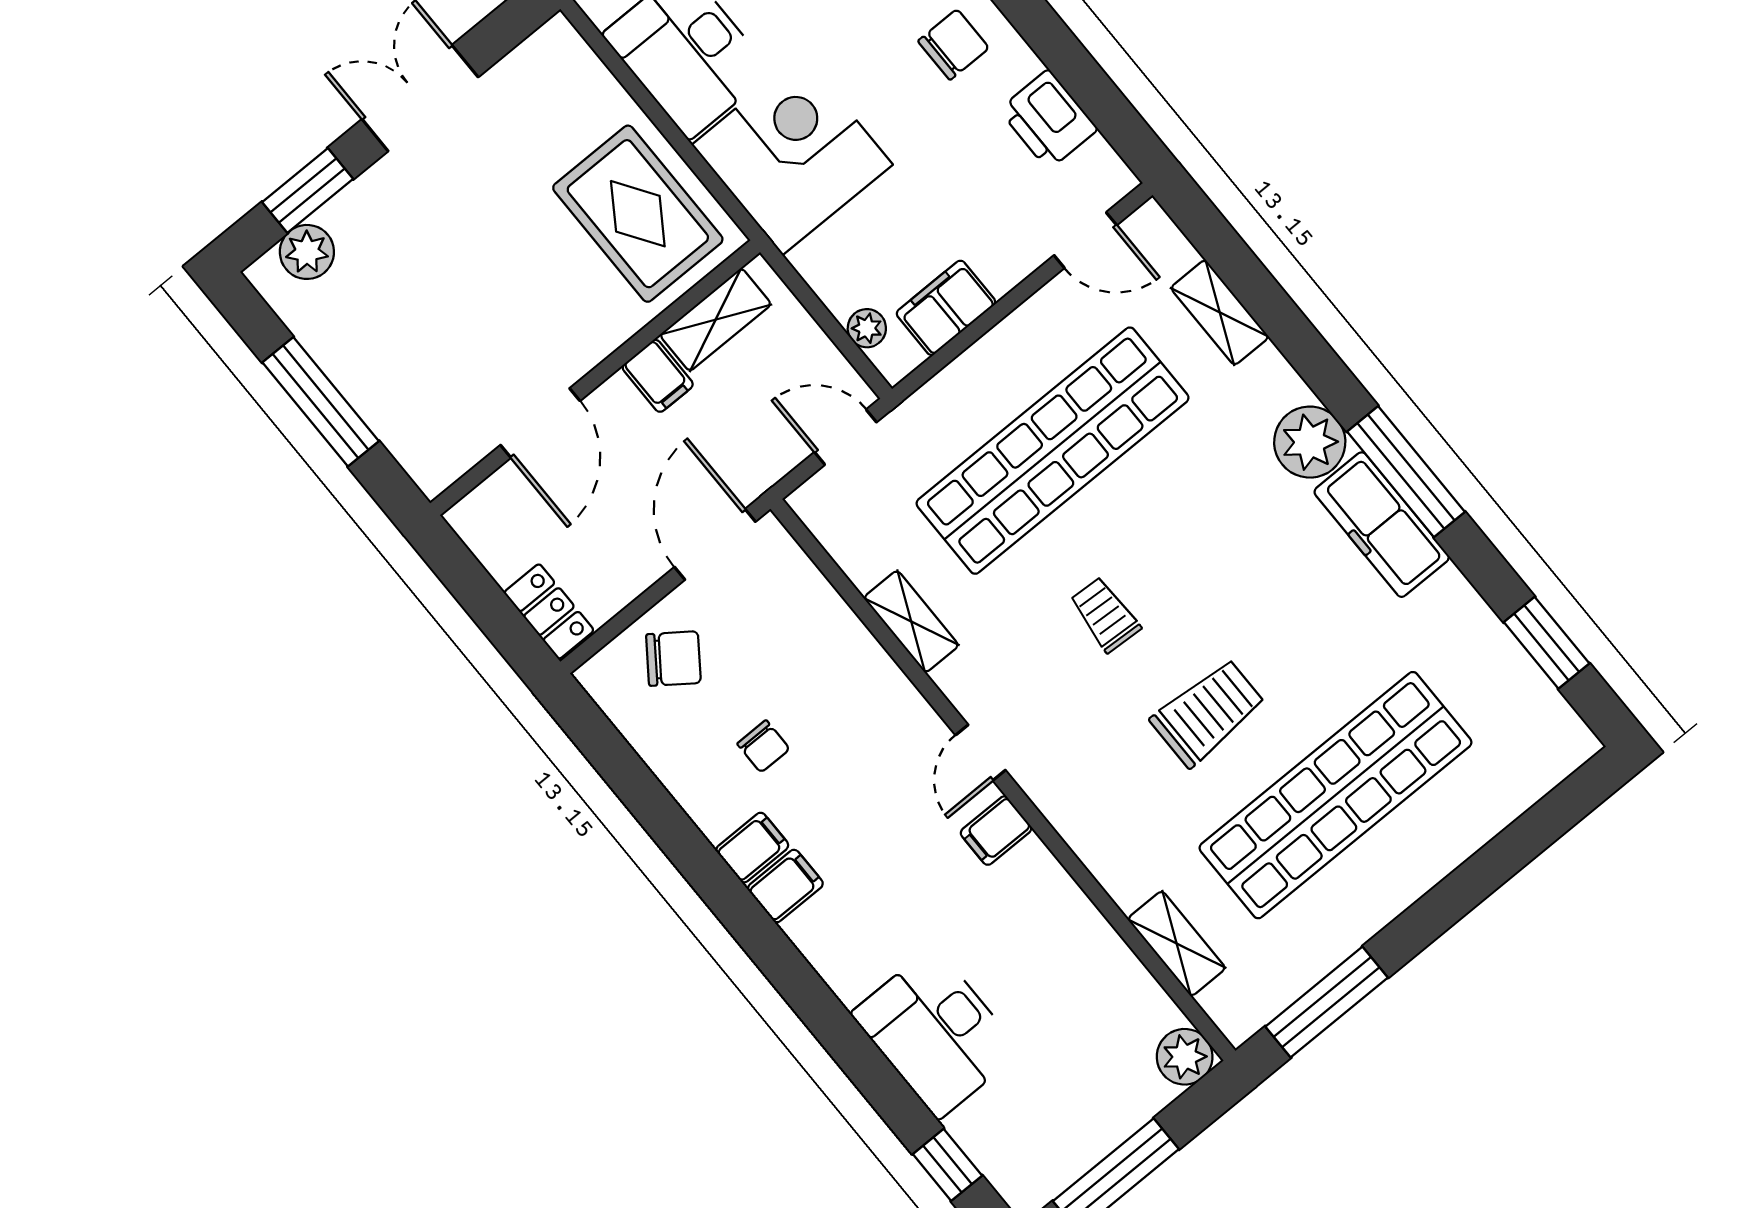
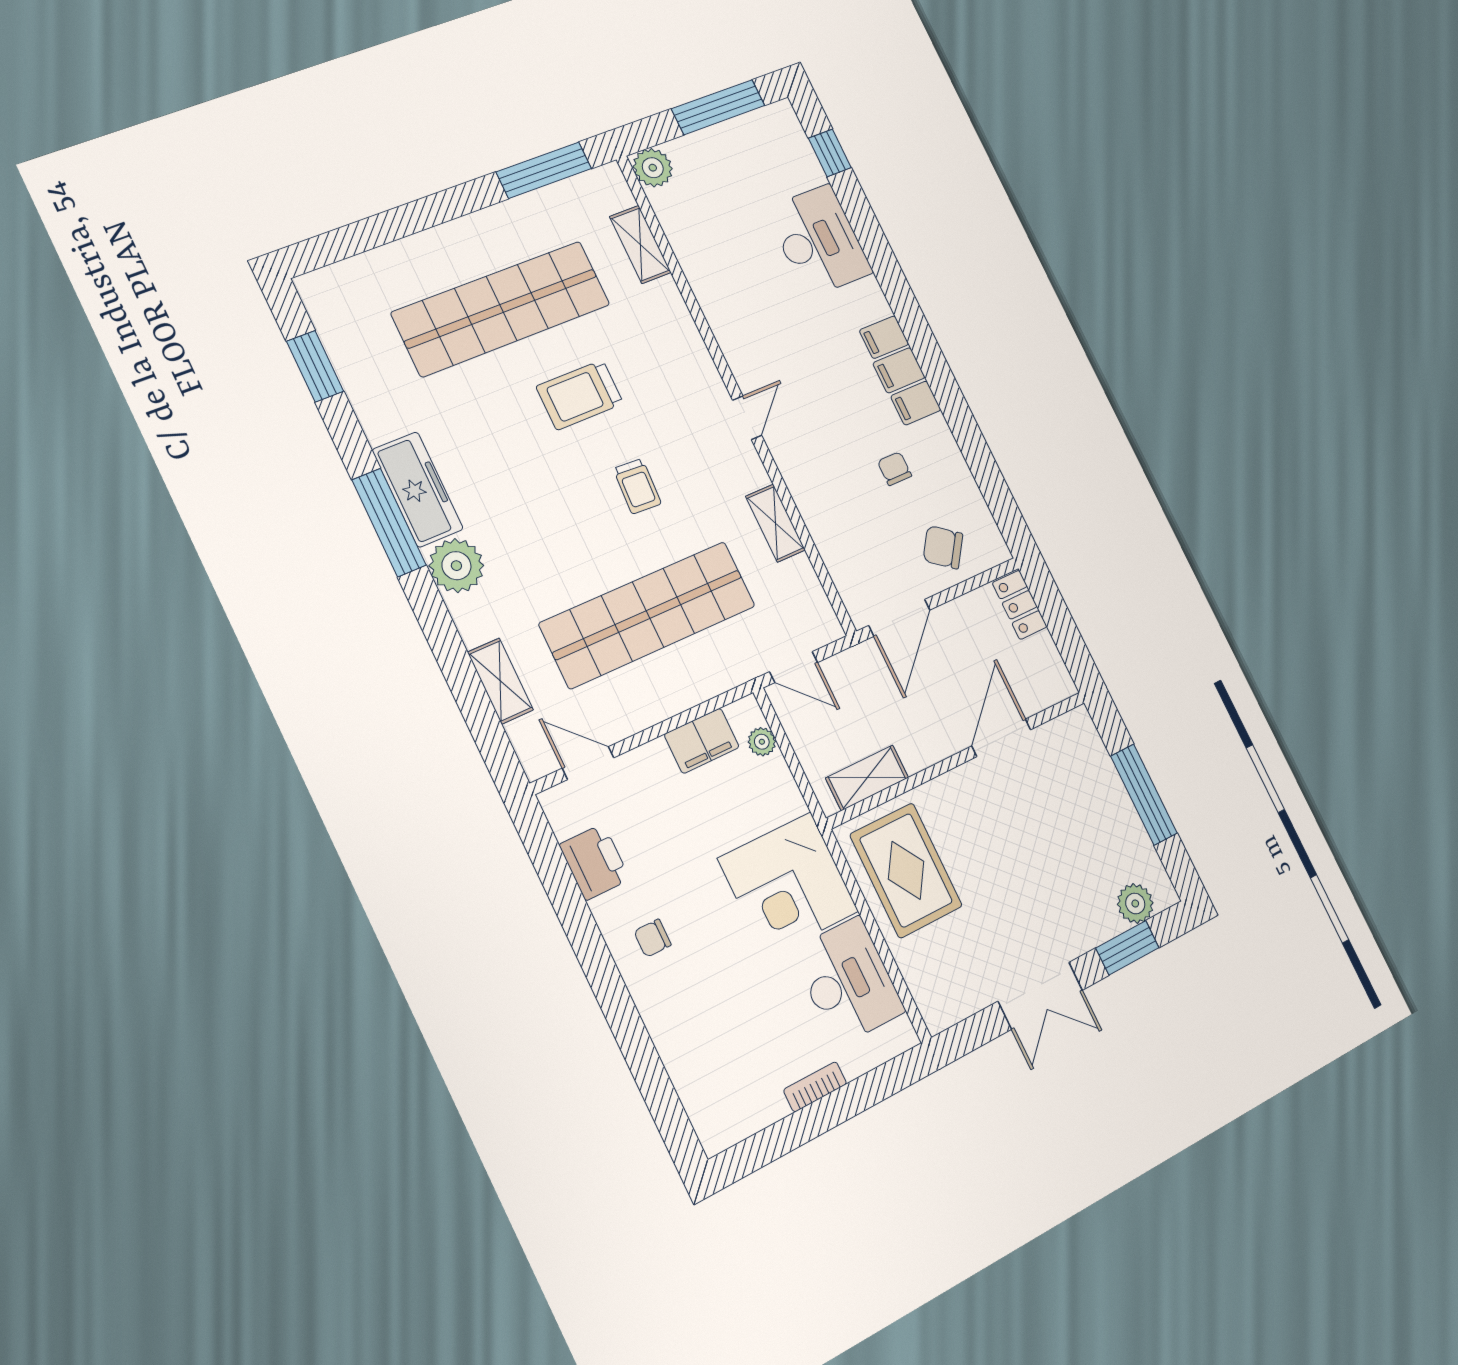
chair: (953, 44) -> (652, 938), width x0.73, depth x0.73
filing cabinet: (658, 376) -> (915, 749), removed
filing cabinet: (996, 831) -> (884, 337), moved, turned 180

